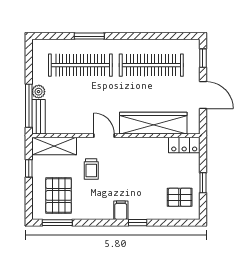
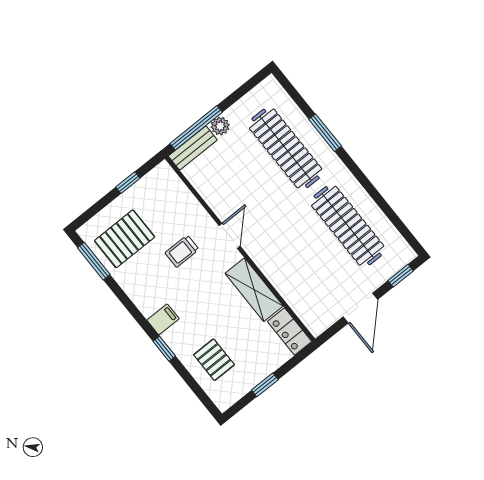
wardrobe: (153, 123) -> (286, 279), removed
shelving: (54, 146) -> (254, 290), moved
pallet: (180, 197) -> (214, 360), moved

